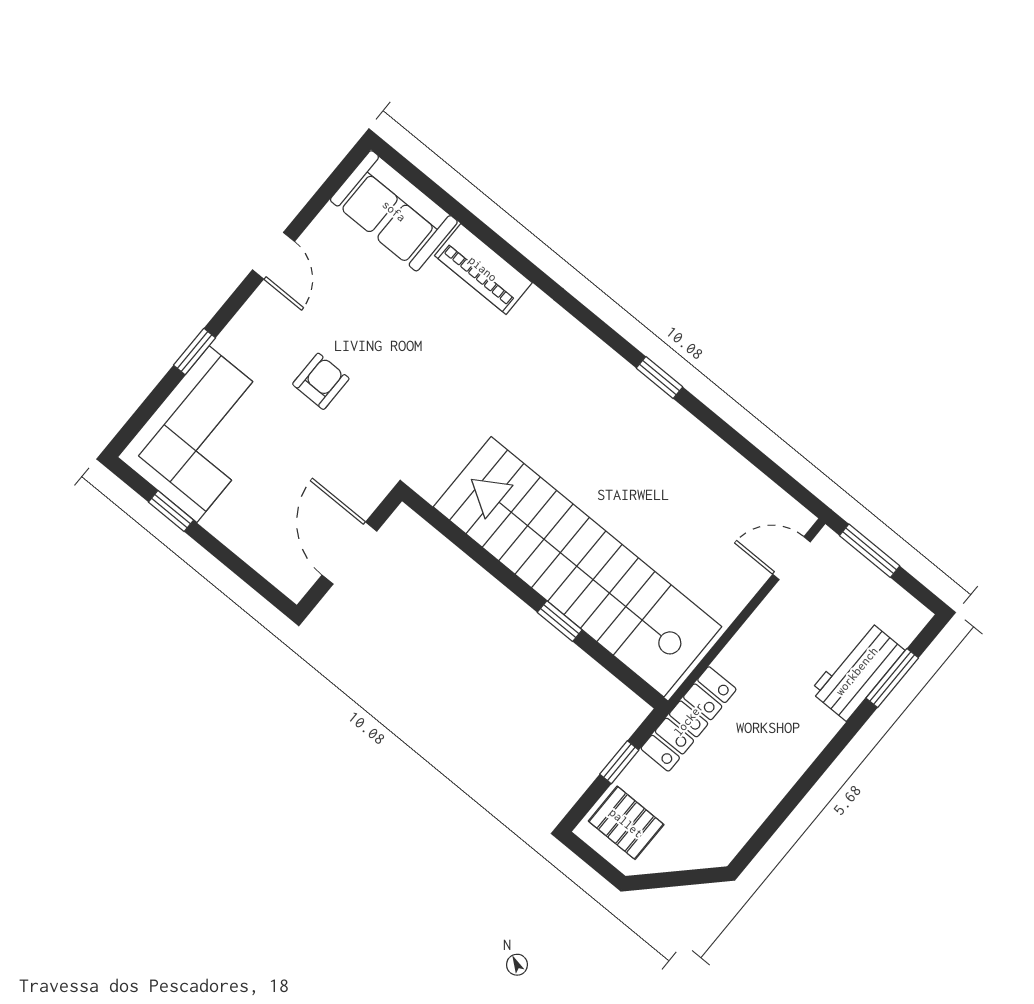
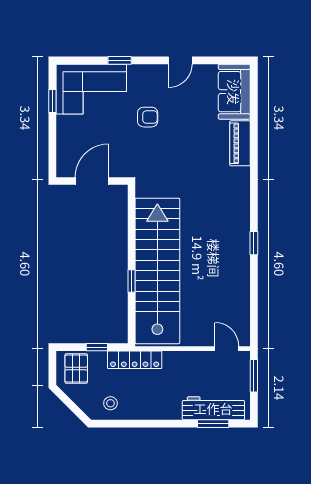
workbench: (857, 671) -> (213, 408), width x1.38
stool: (726, 814) -> (110, 403), added

